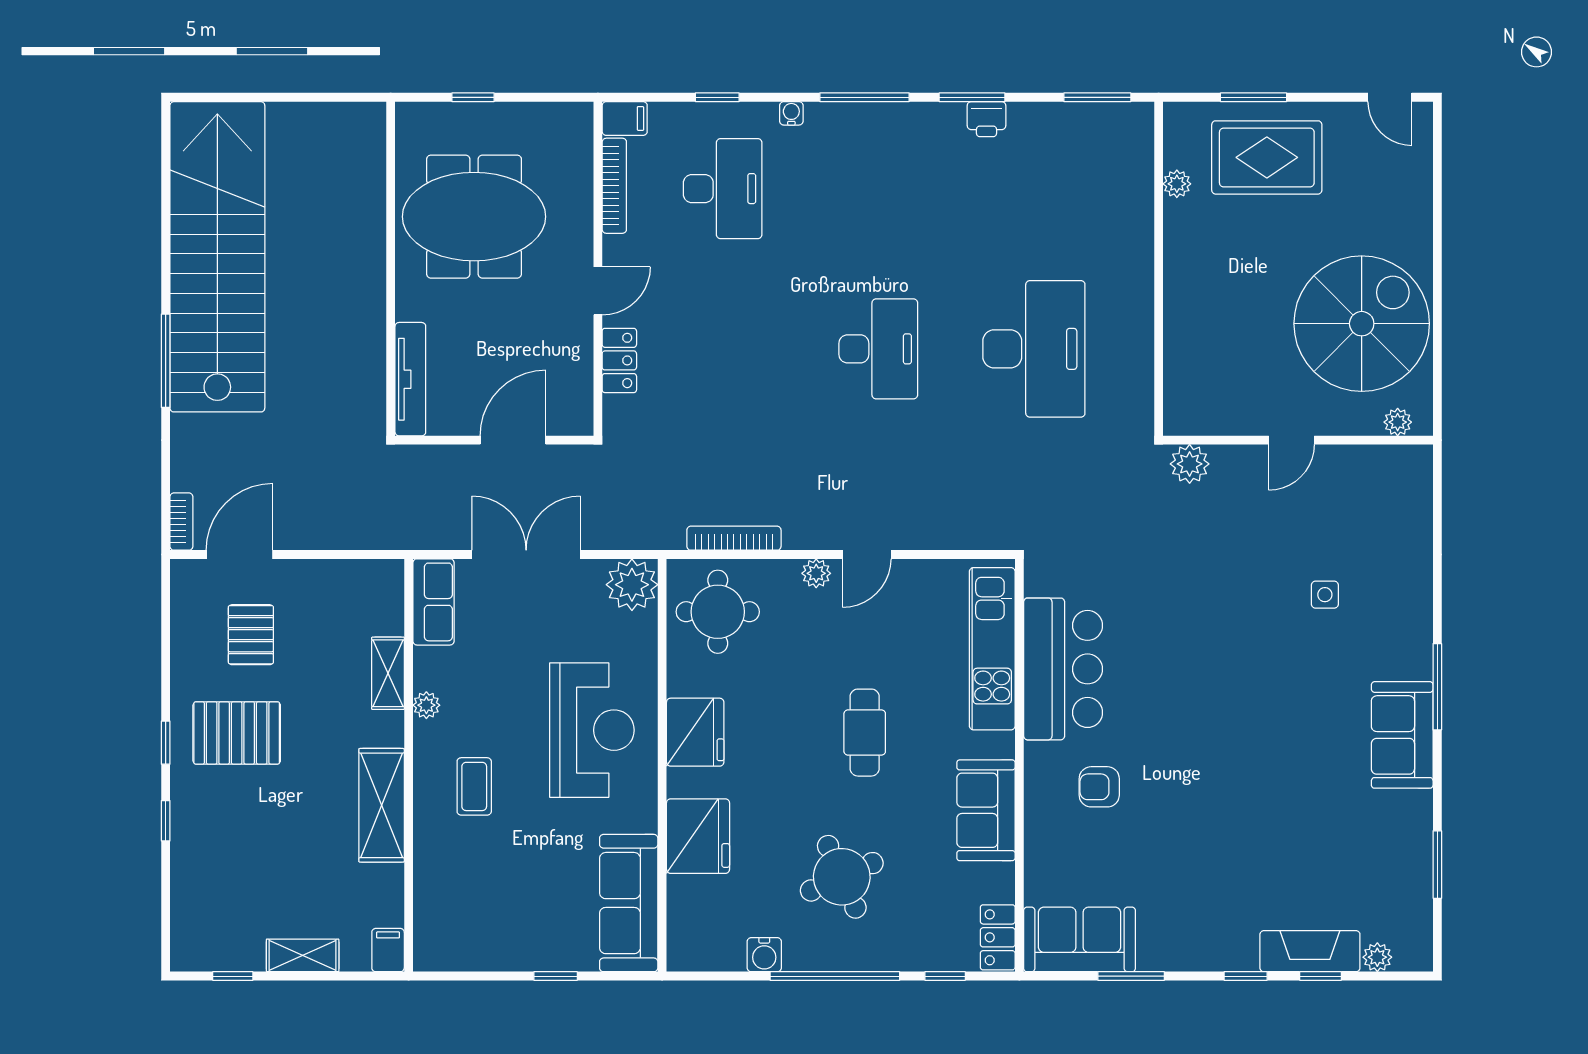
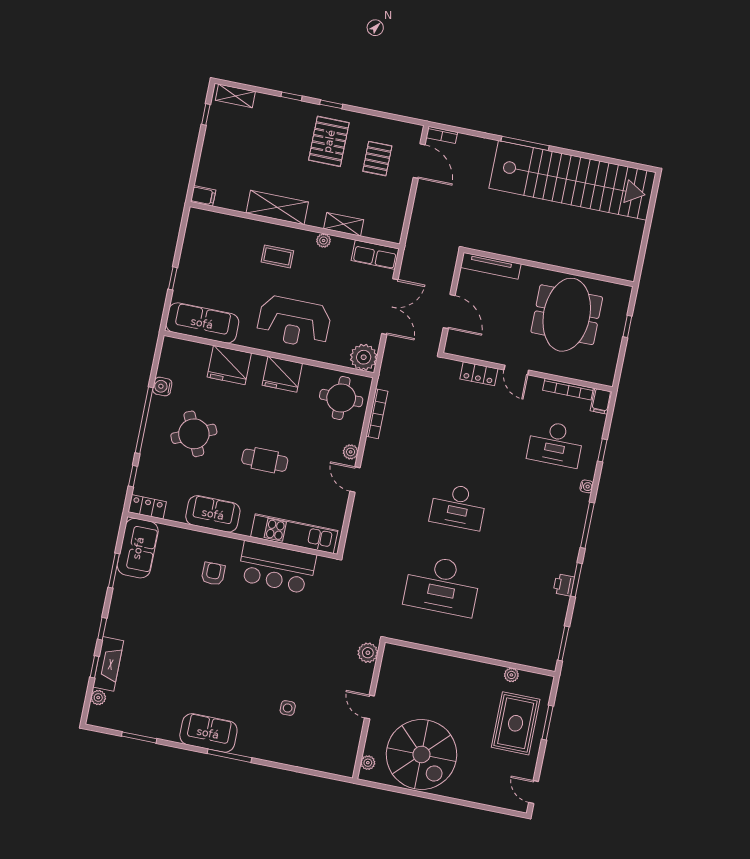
door: (1390, 97) -> (534, 792), hinge flipped
pallet: (251, 635) -> (377, 159), turned 90
shelving: (303, 955) -> (235, 96), moved, turned 90

